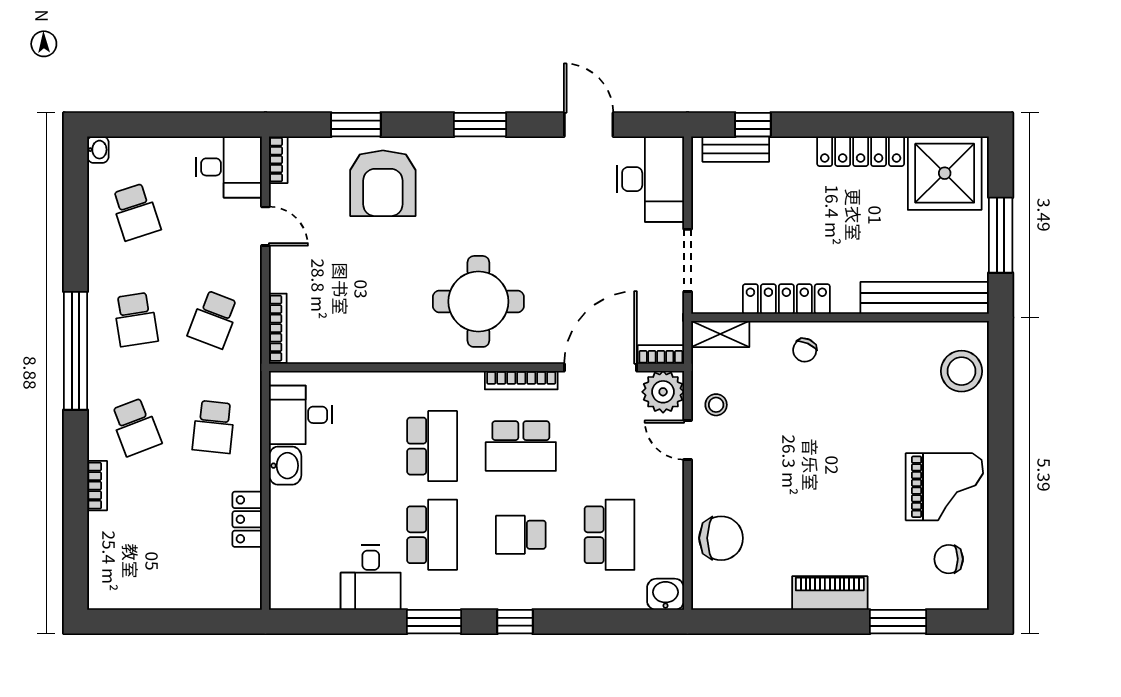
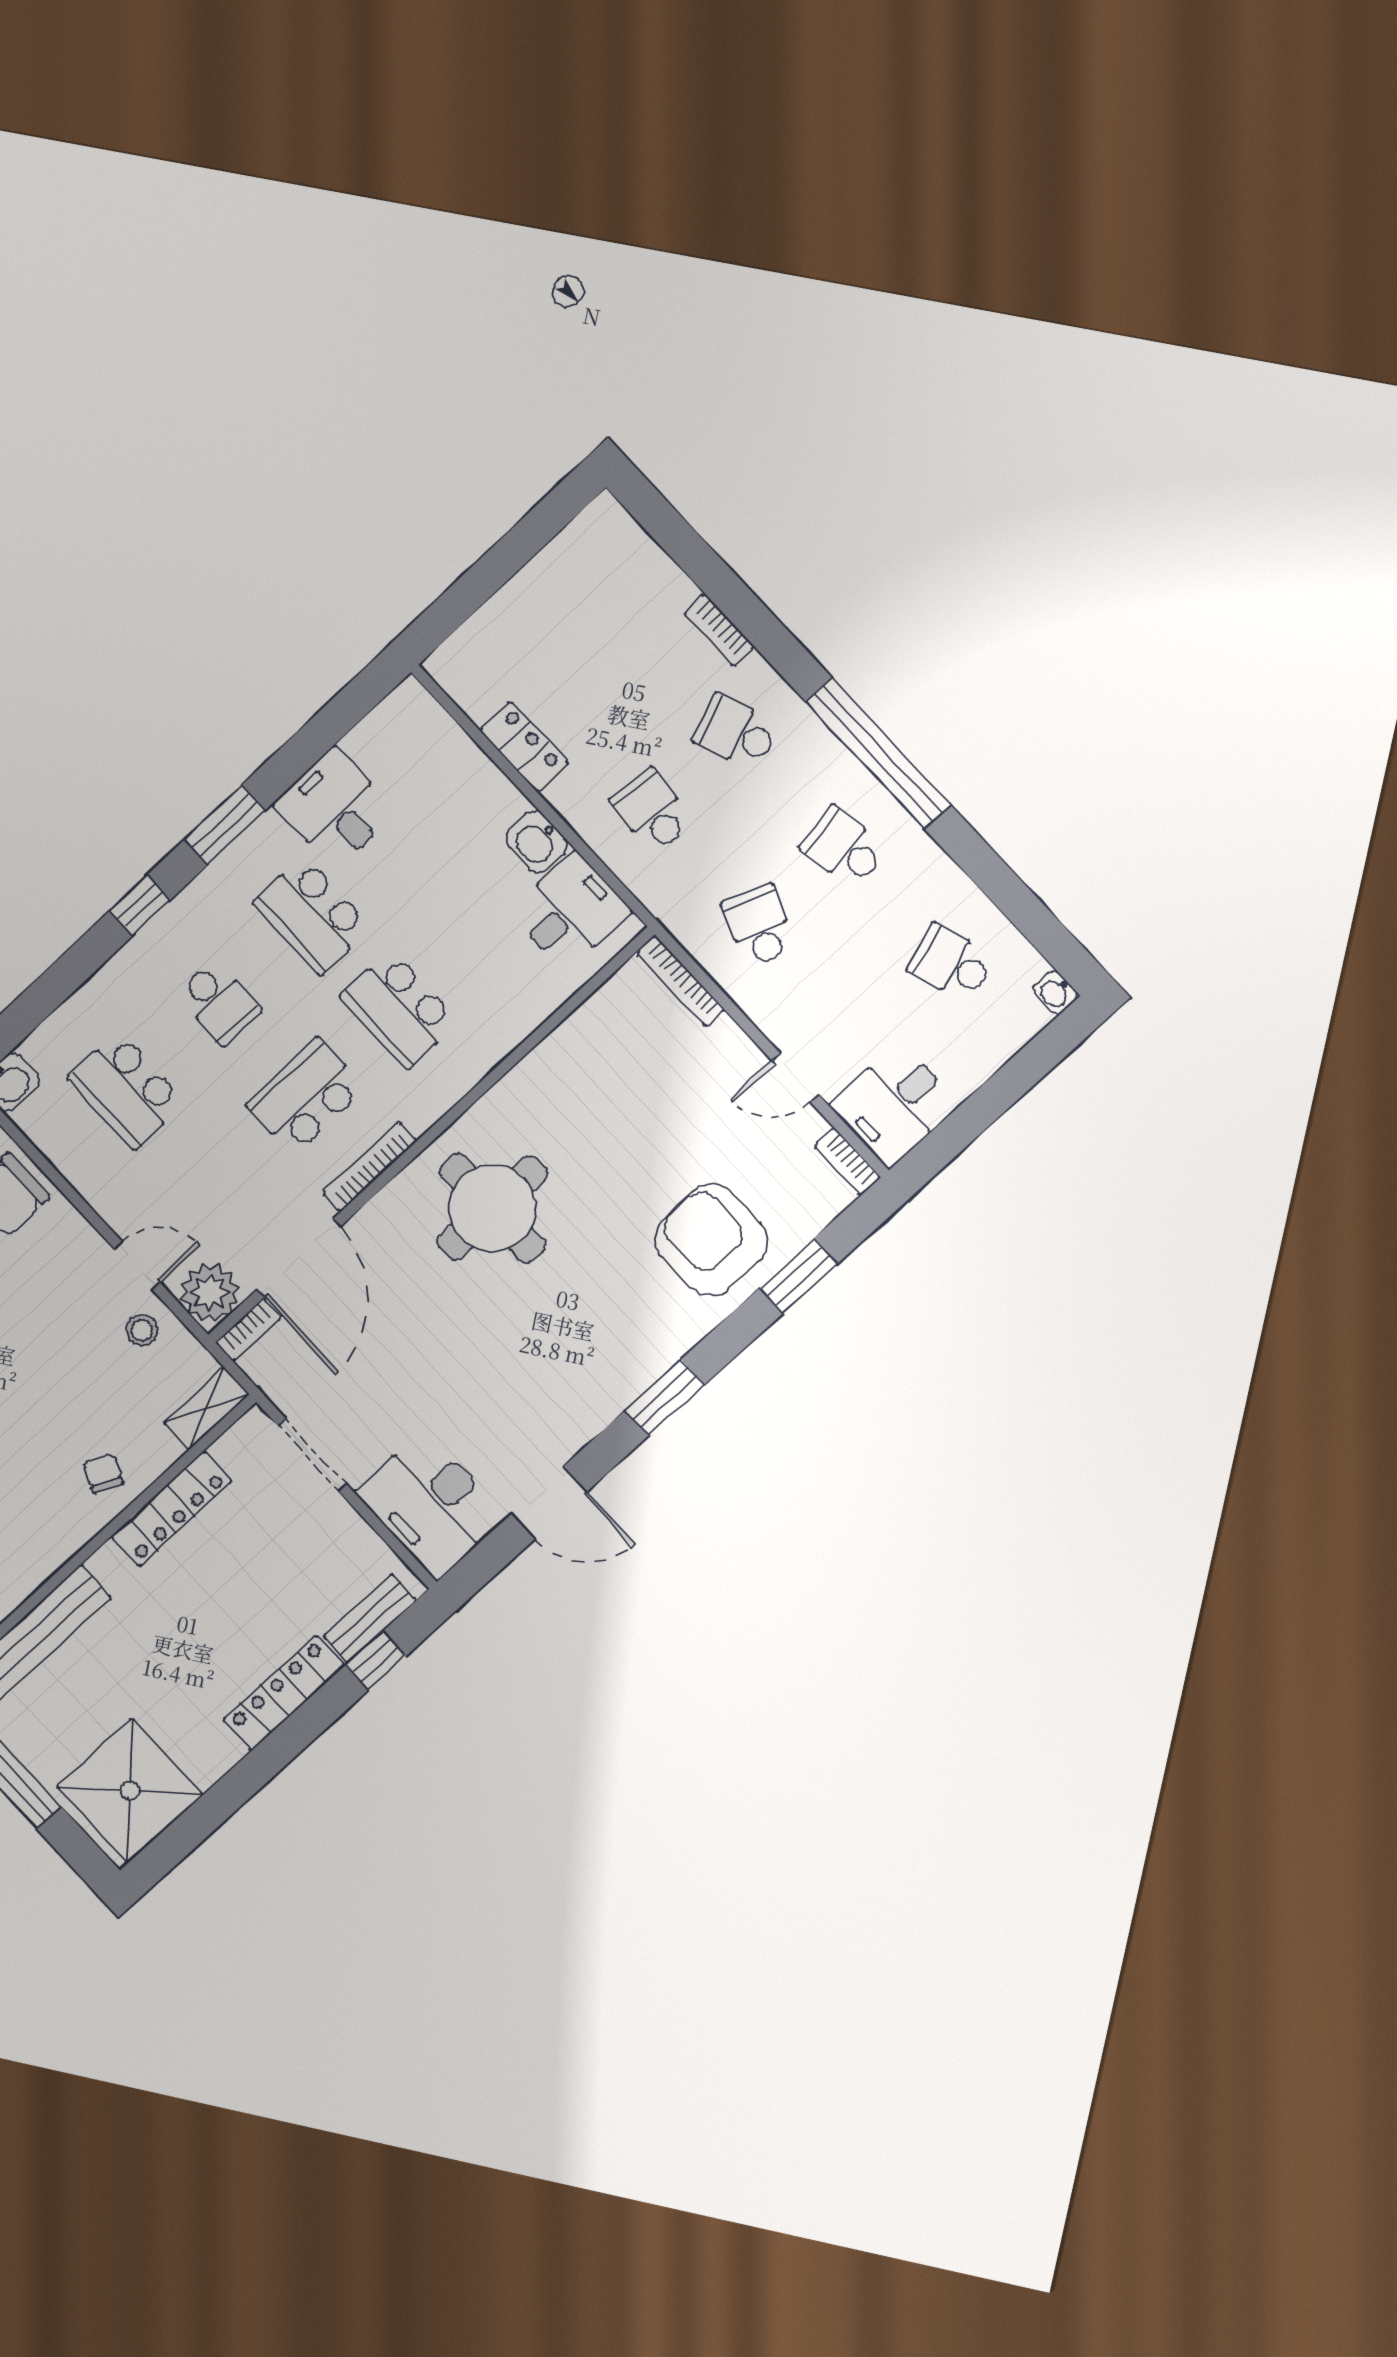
locker: (861, 151) -> (284, 1693), moved
school desk: (521, 535) -> (219, 1003), turned 90

